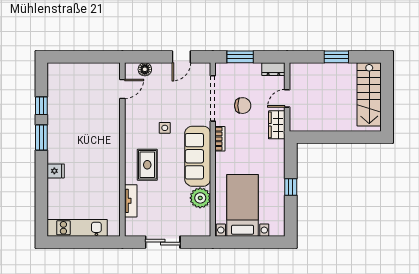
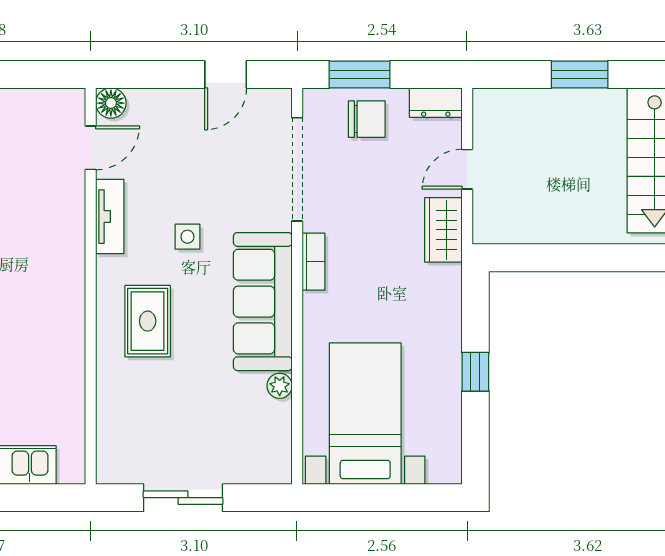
floor lamp: (145, 69) -> (111, 103), moved
chair: (243, 106) -> (367, 119), moved
plant: (200, 198) -> (280, 386), width x0.53, depth x0.53
tv unit: (131, 201) -> (110, 217), moved

